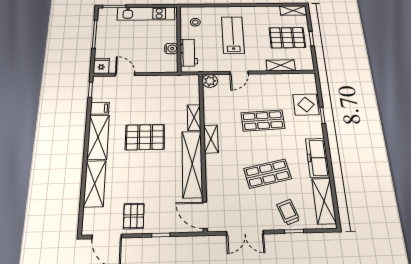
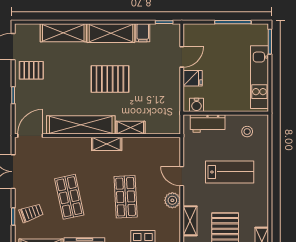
water cooler: (171, 49) -> (196, 105), moved
fridge: (101, 66) -> (193, 78), moved
plant: (210, 81) -> (172, 200), moved
pallet: (145, 137) -> (110, 79), turned 90

